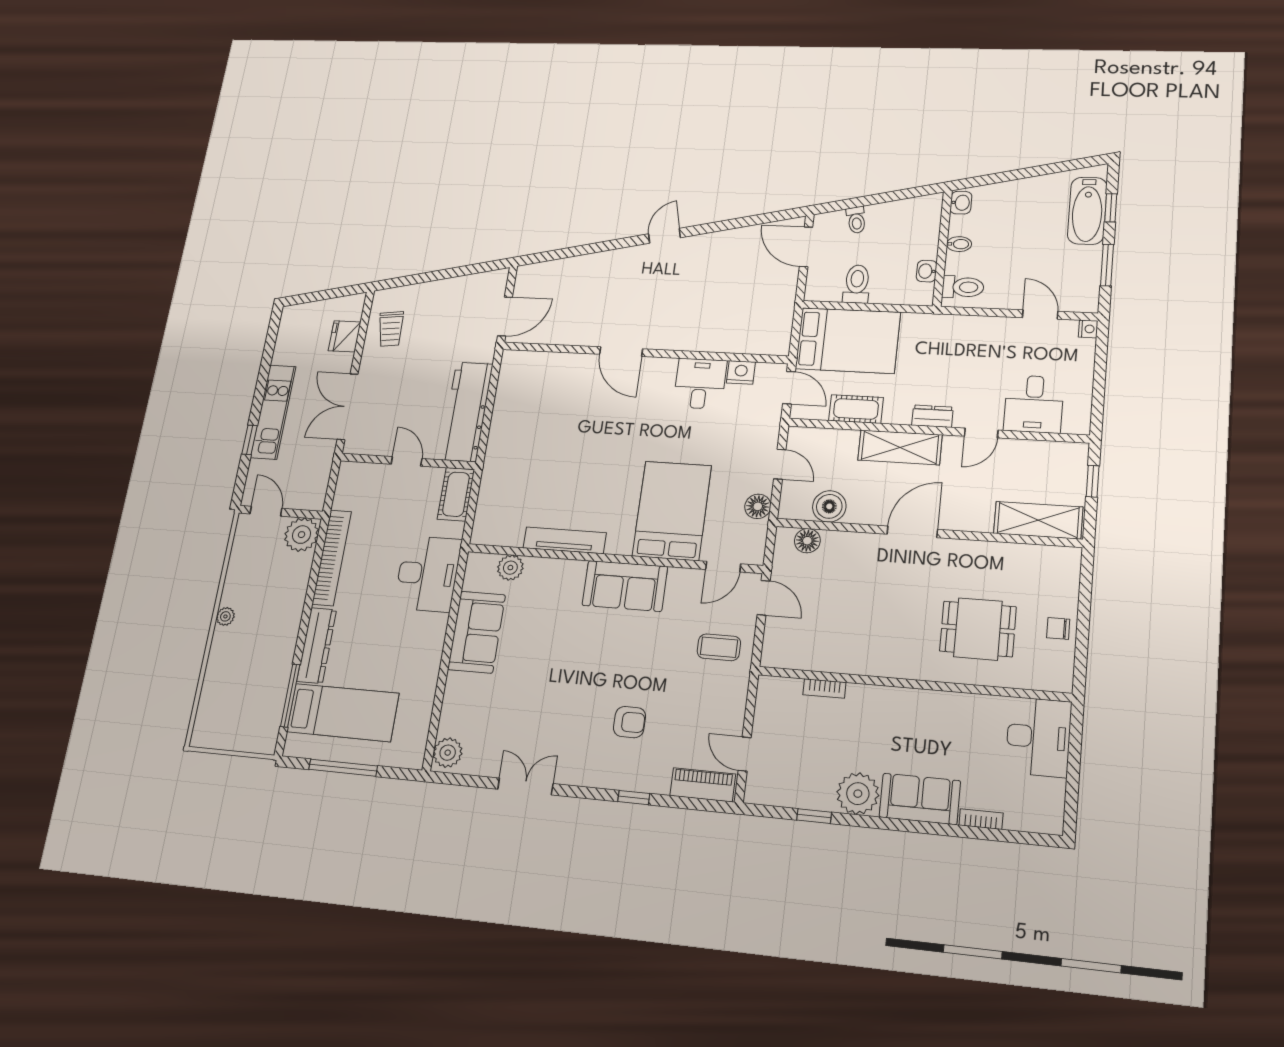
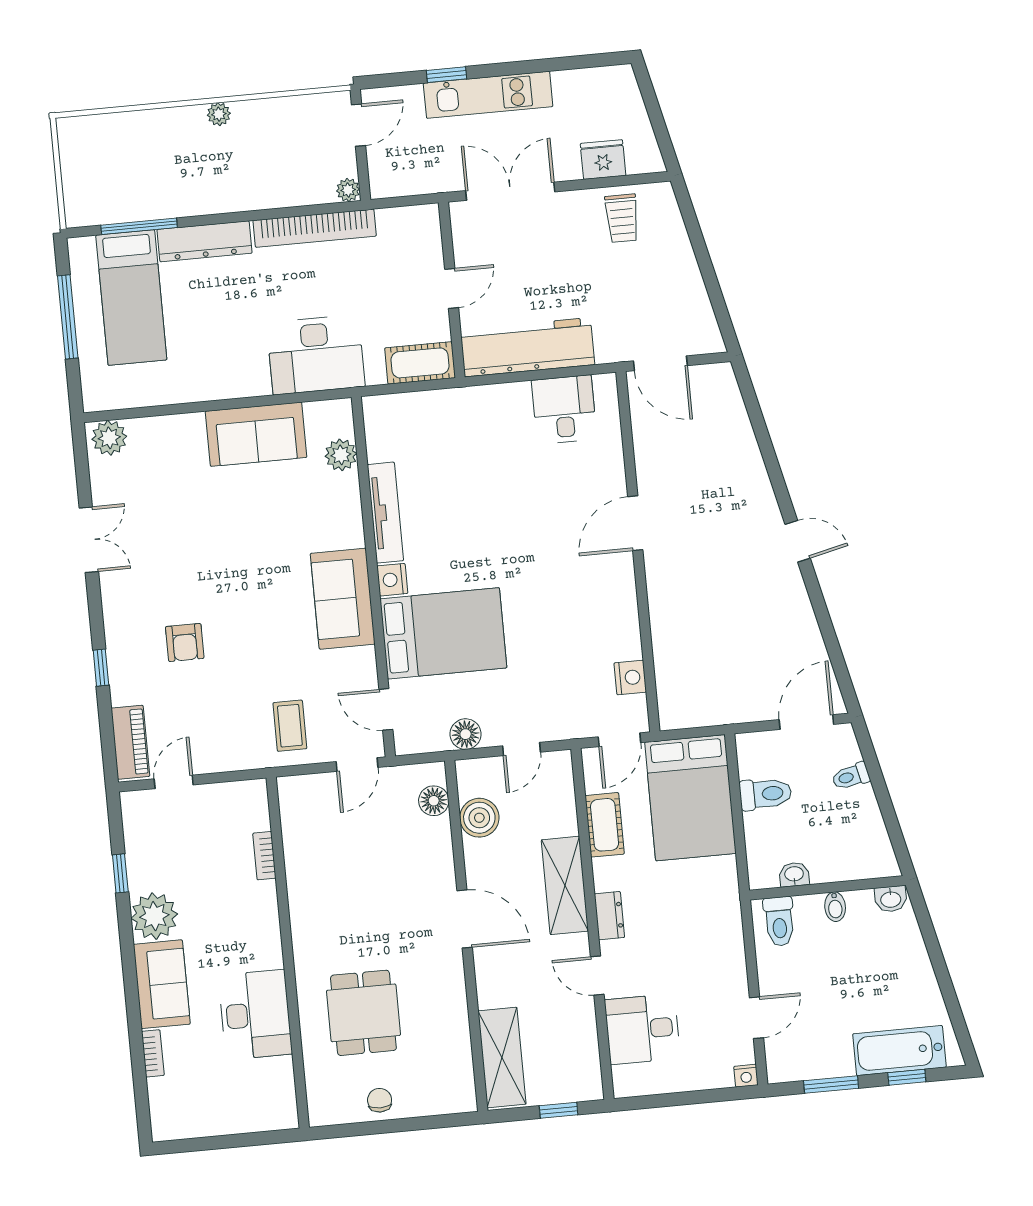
trolley: (391, 329) -> (622, 218), turned -83
desk: (700, 384) -> (564, 410), moved, turned -90
plant: (302, 535) -> (348, 190), width x0.53, depth x0.53
nightstand: (619, 544) -> (392, 580), added
desk: (1039, 737) -> (255, 1015), moved, turned -90

